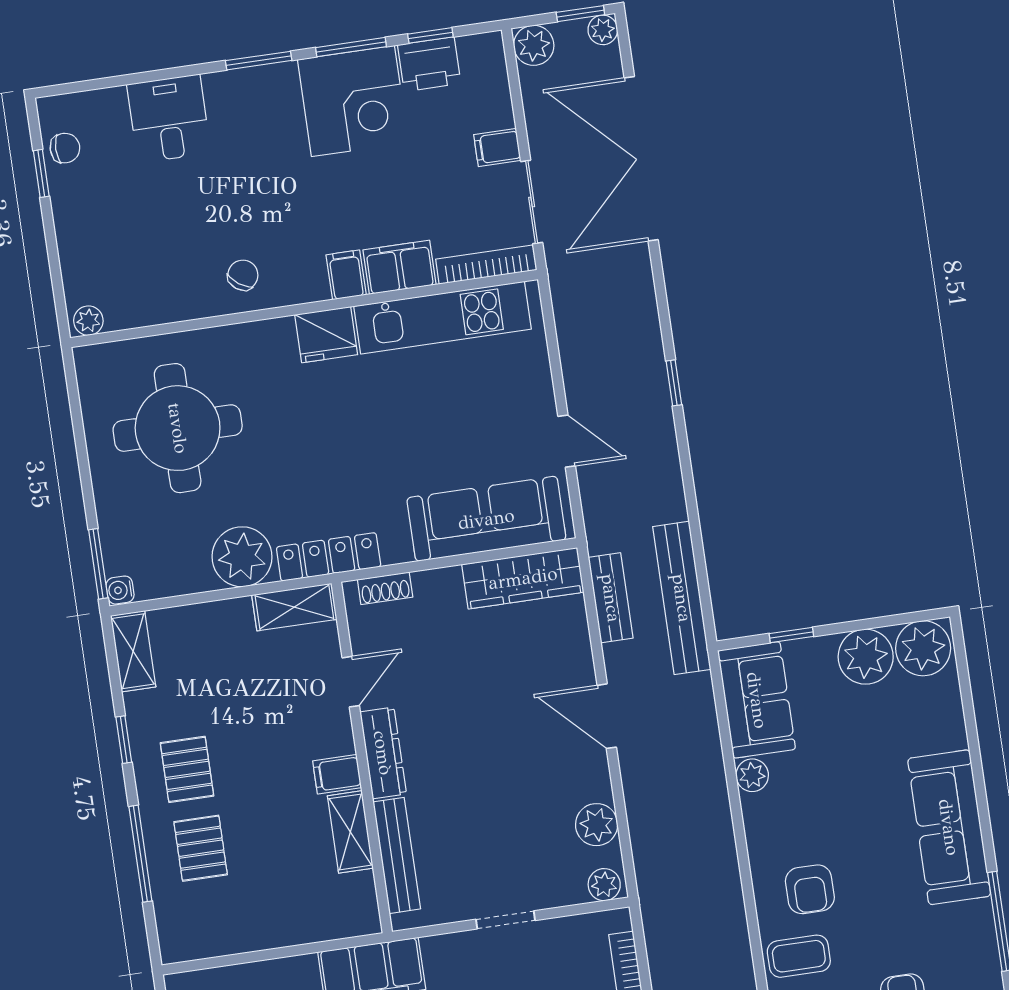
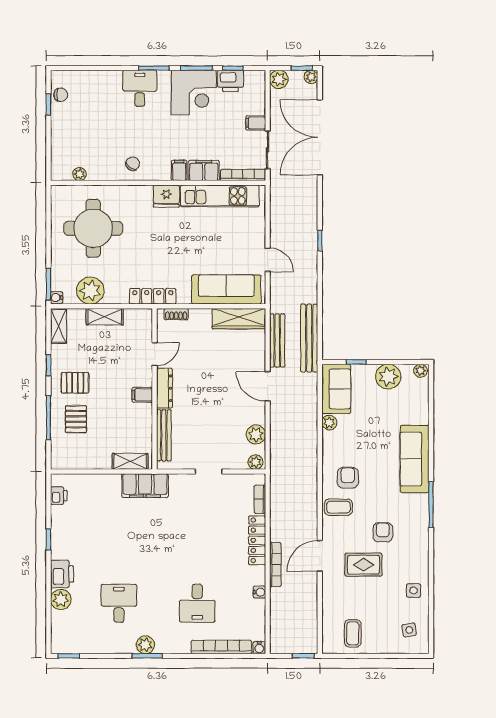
desk: (169, 119) -> (140, 88), moved
plant: (88, 321) -> (79, 174), moved
plant: (242, 557) -> (90, 291), moved
bench: (611, 598) -> (277, 340), width x1.36
shelving: (294, 607) -> (105, 317), moved
plant: (923, 648) -> (420, 371), width x0.53, depth x0.53
pallet: (187, 769) -> (75, 383), turned 90
shelving: (350, 832) -> (130, 461), moved, turned 90
armchair: (810, 889) -> (348, 478), turned 180

